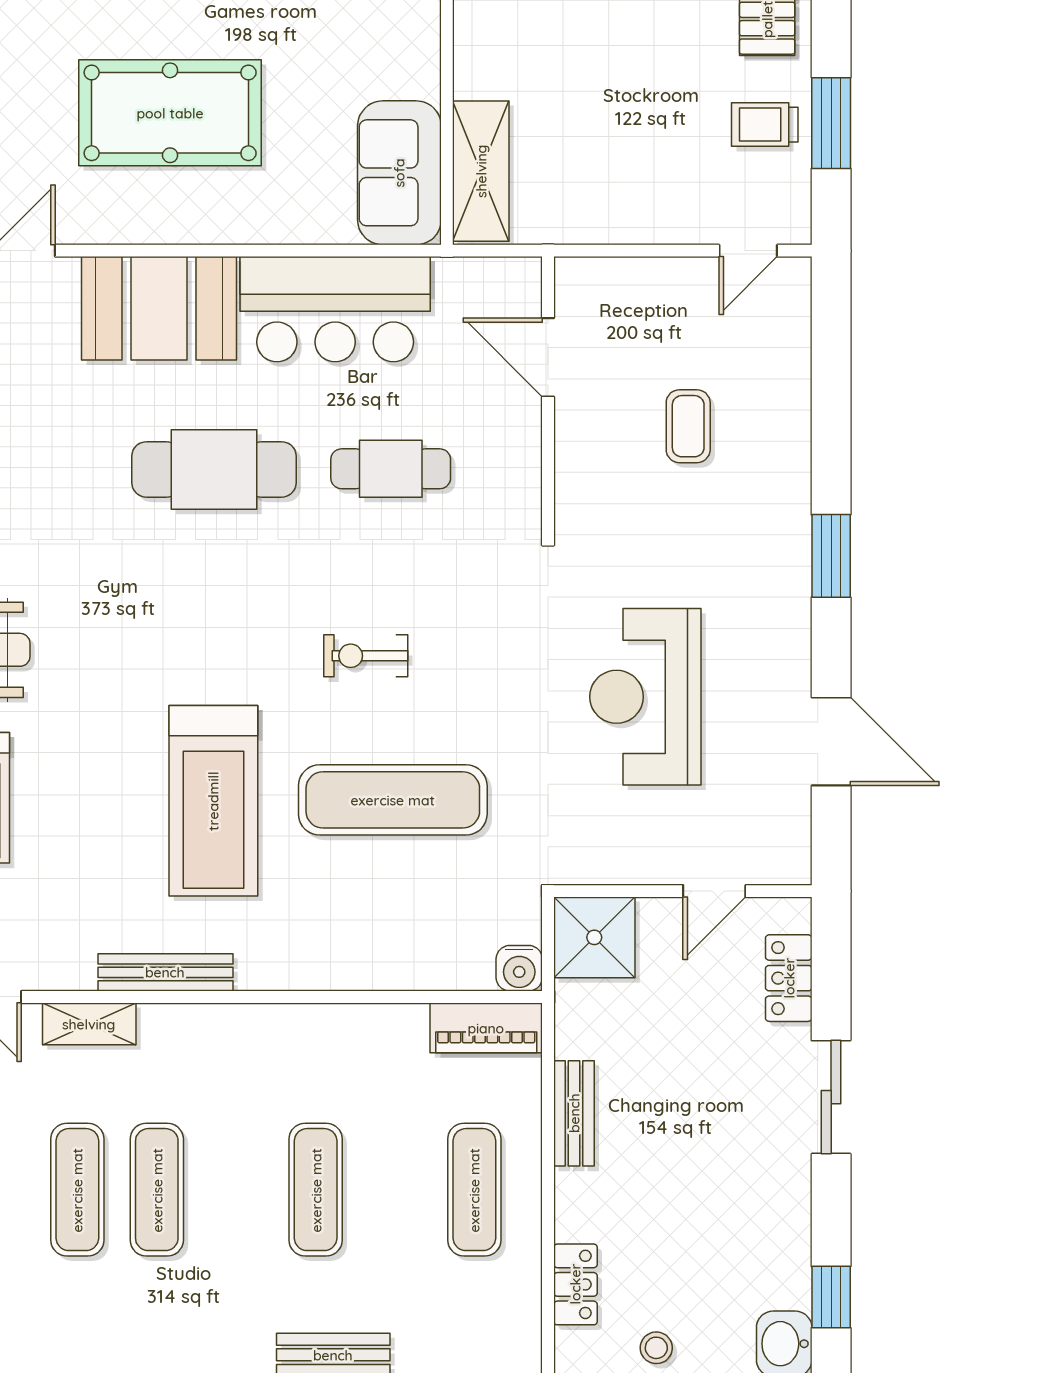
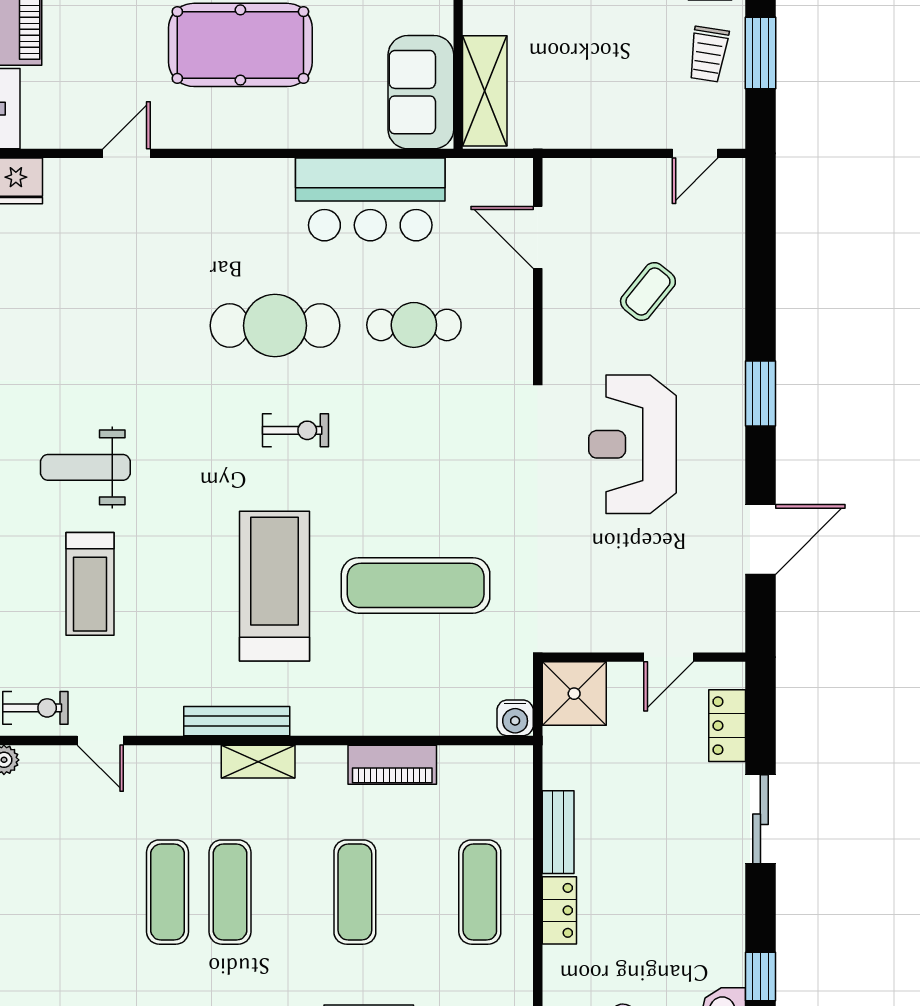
trolley: (765, 125) -> (708, 54), turned -81
booth: (159, 308) -> (232, 199), removed
coffee table: (688, 426) -> (648, 291), turned 39
exercise bike: (366, 656) -> (295, 430), moved, turned 180
reception desk: (645, 697) -> (632, 444), moved
door: (831, 741) -> (760, 540), hinge flipped
treadmill: (213, 801) -> (275, 586), turned 180
shelving: (89, 1024) -> (258, 762), moved
piano: (486, 1028) -> (392, 765), moved
locker: (575, 1284) -> (559, 910), moved

